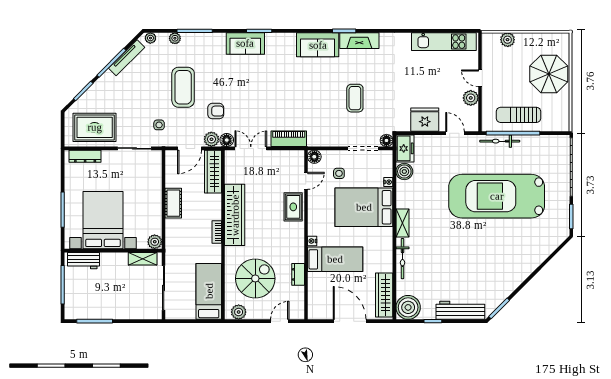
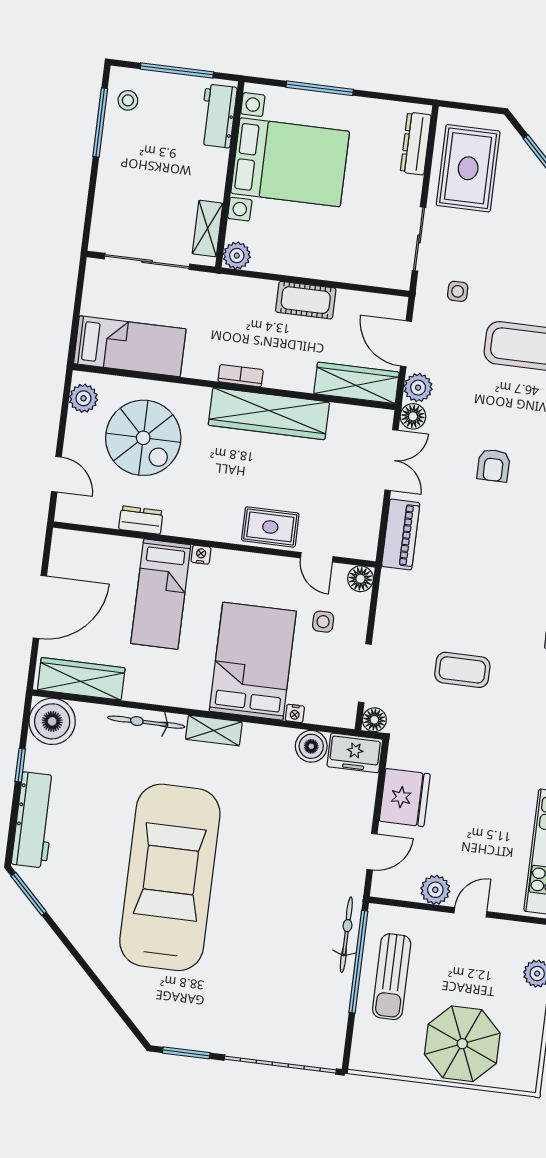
armchair: (216, 111) -> (494, 465), moved
sun lounger: (519, 115) -> (392, 977), turned 180
car: (497, 196) -> (170, 877), moved
stool: (81, 308) -> (128, 100), added

